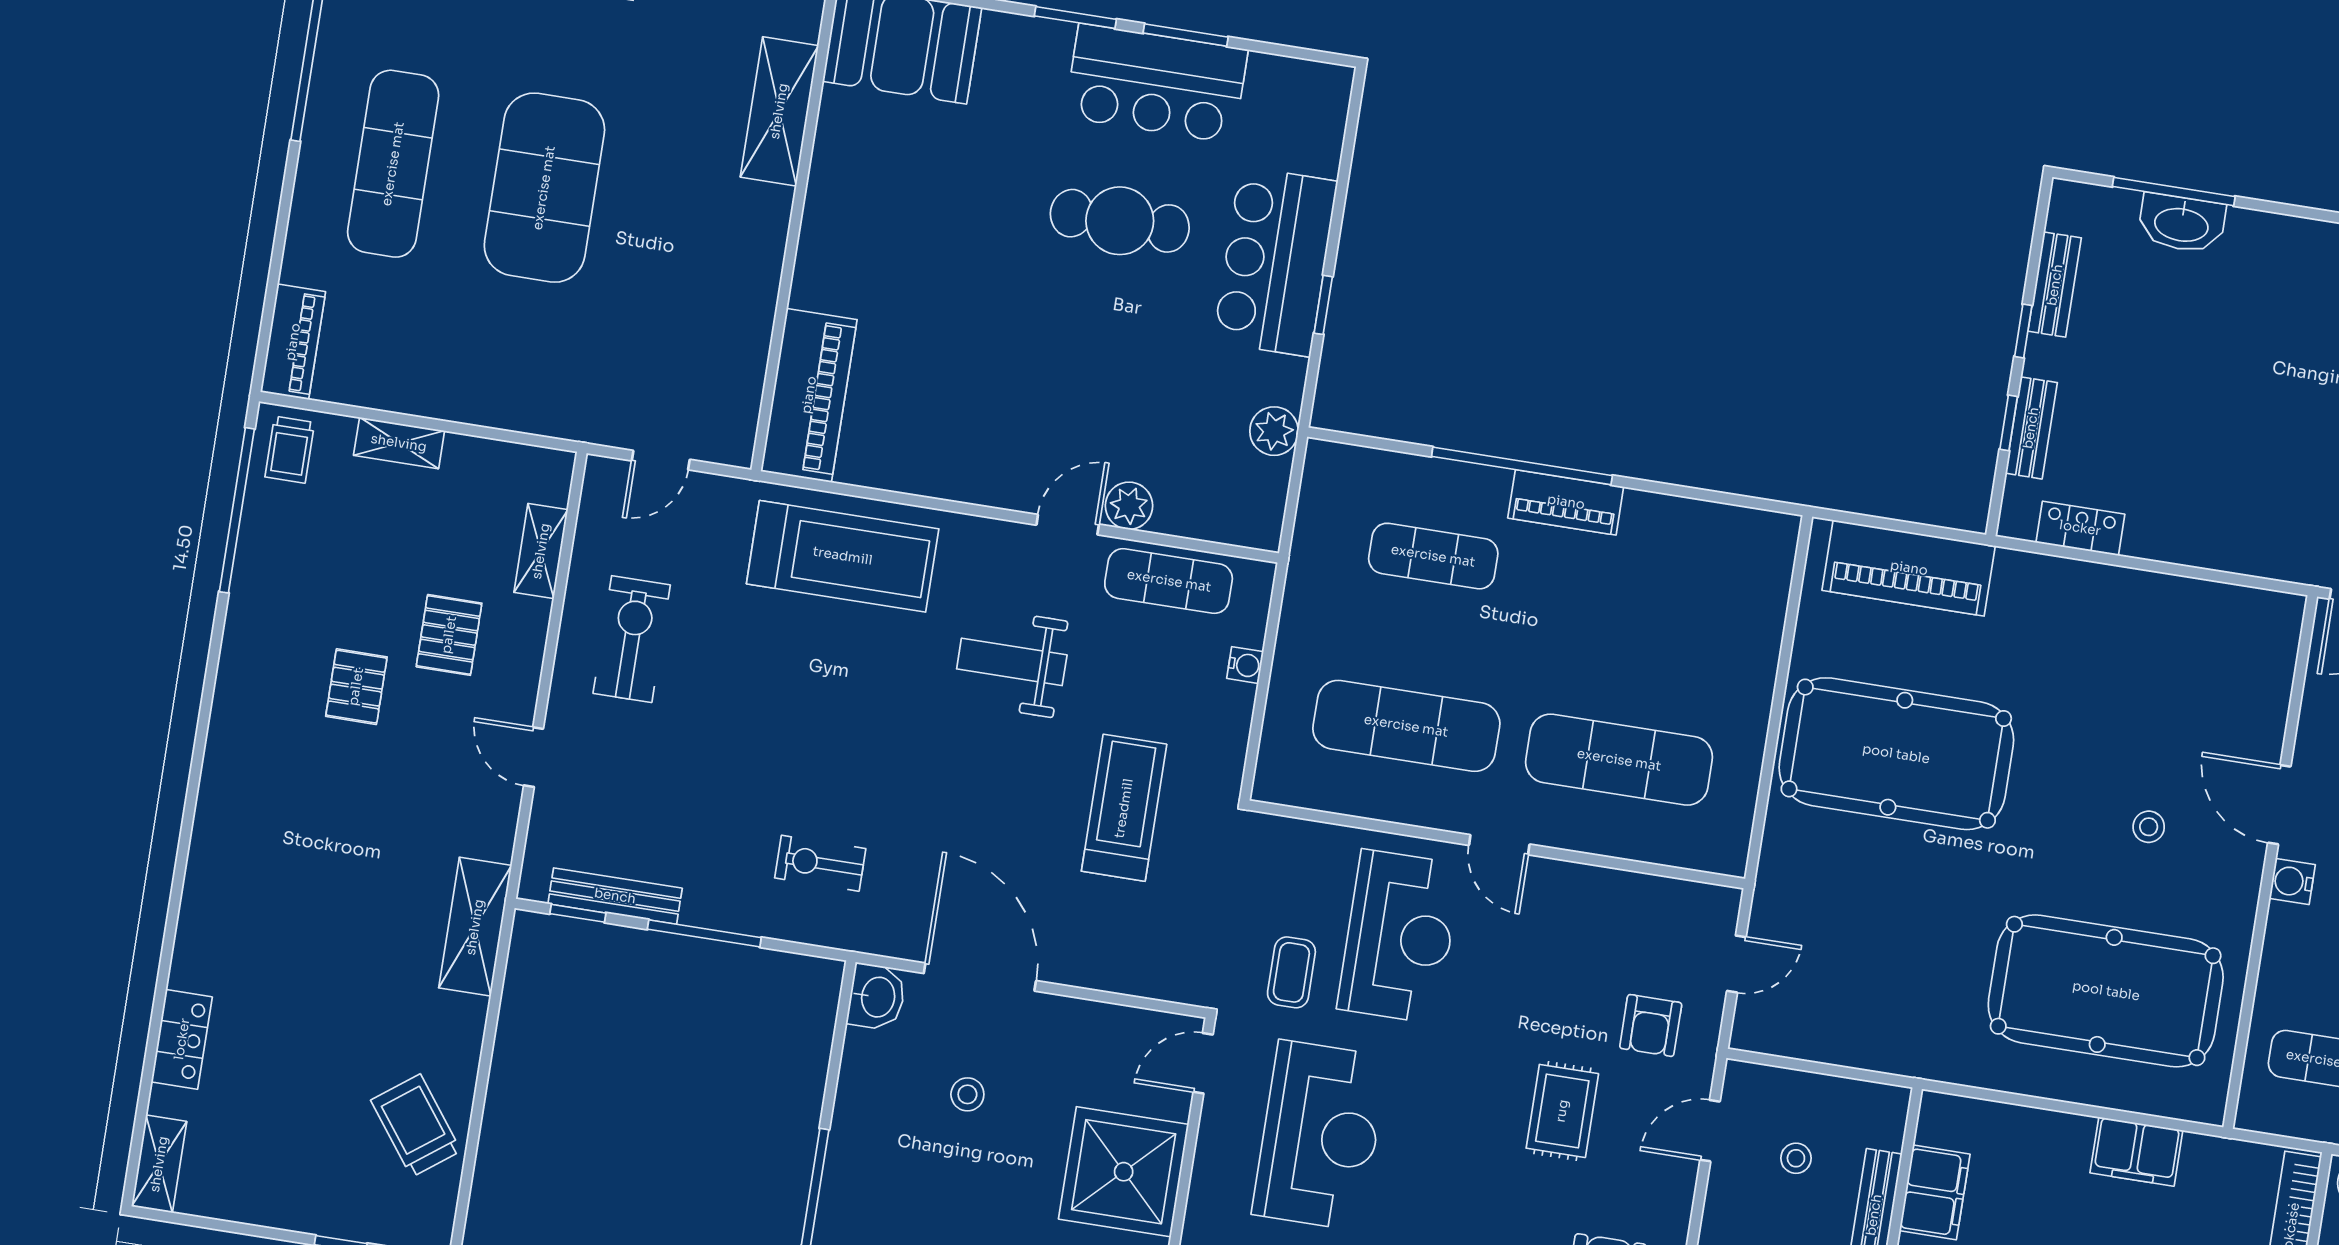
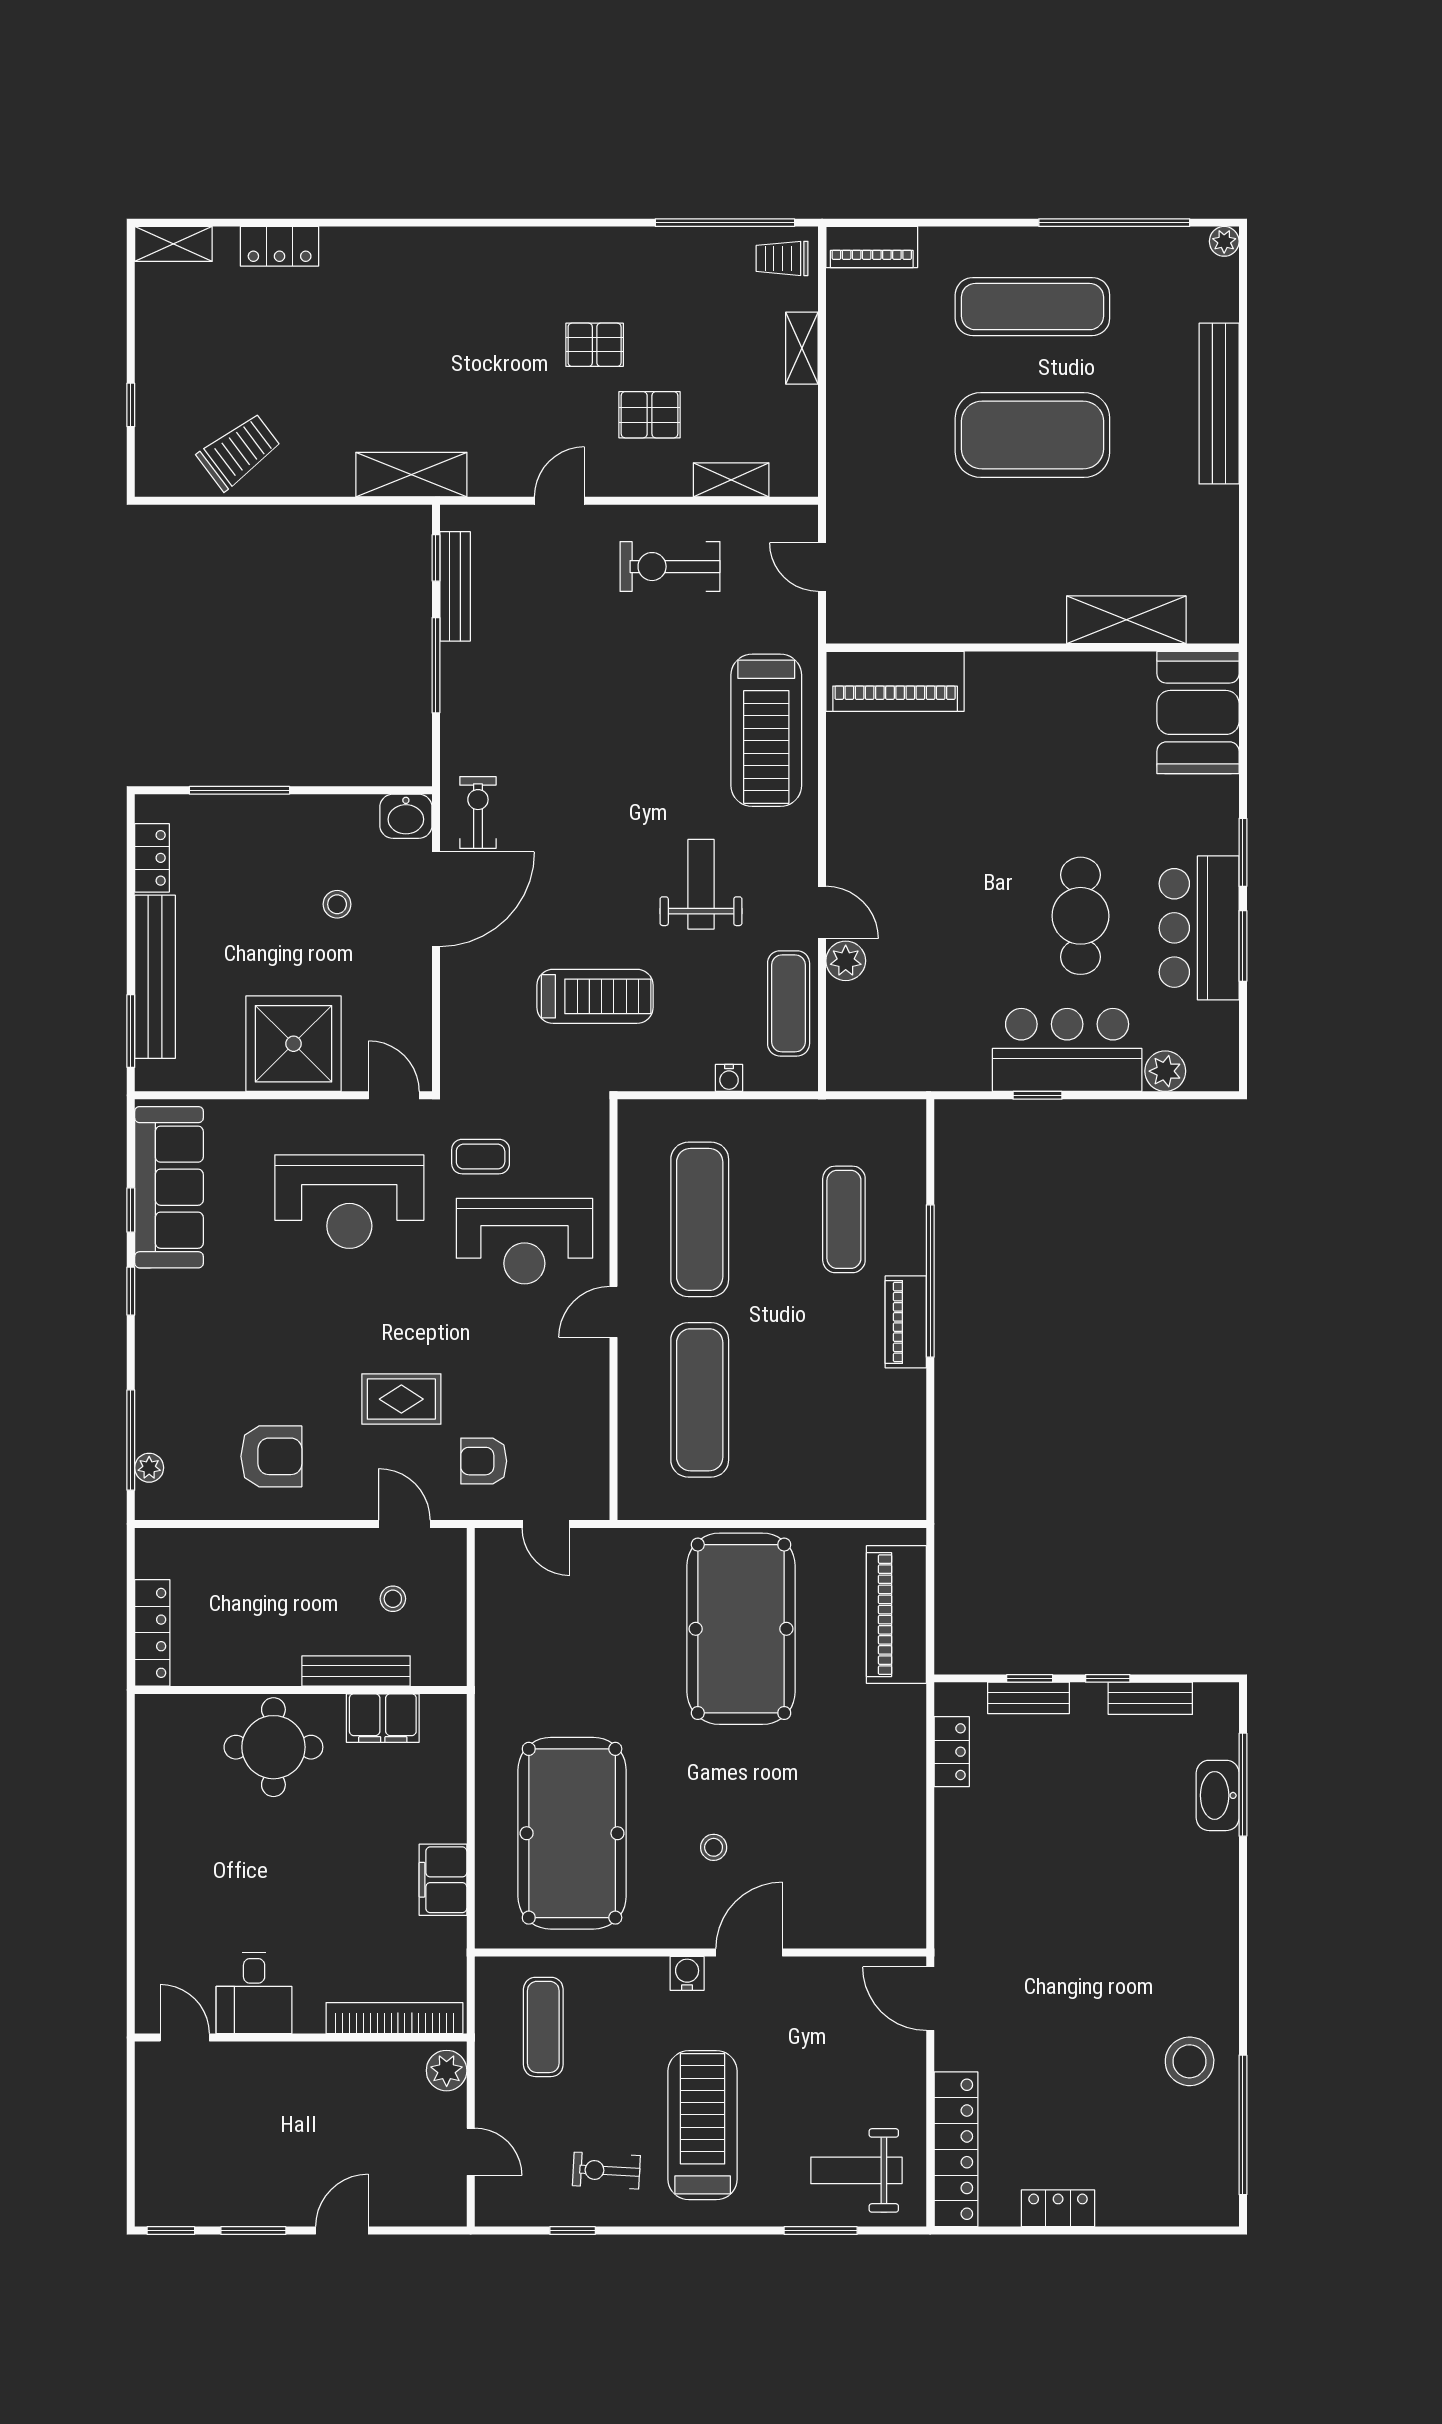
plant: (1274, 431) -> (1165, 1071), moved
exercise bike: (632, 639) -> (670, 567), turned 180
exercise bike: (820, 863) -> (478, 812), moved

